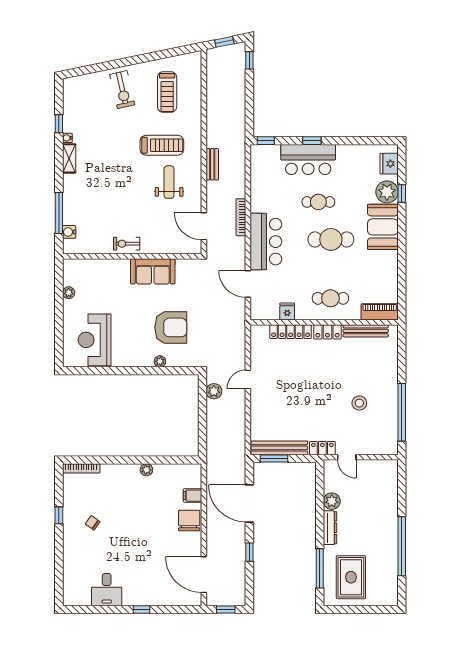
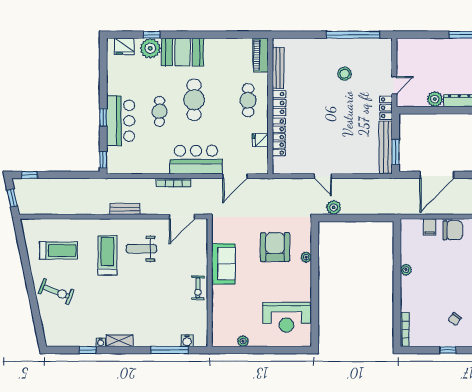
exercise bike: (122, 90) -> (56, 292), turned 34
chair: (189, 521) -> (453, 230), turned 180

